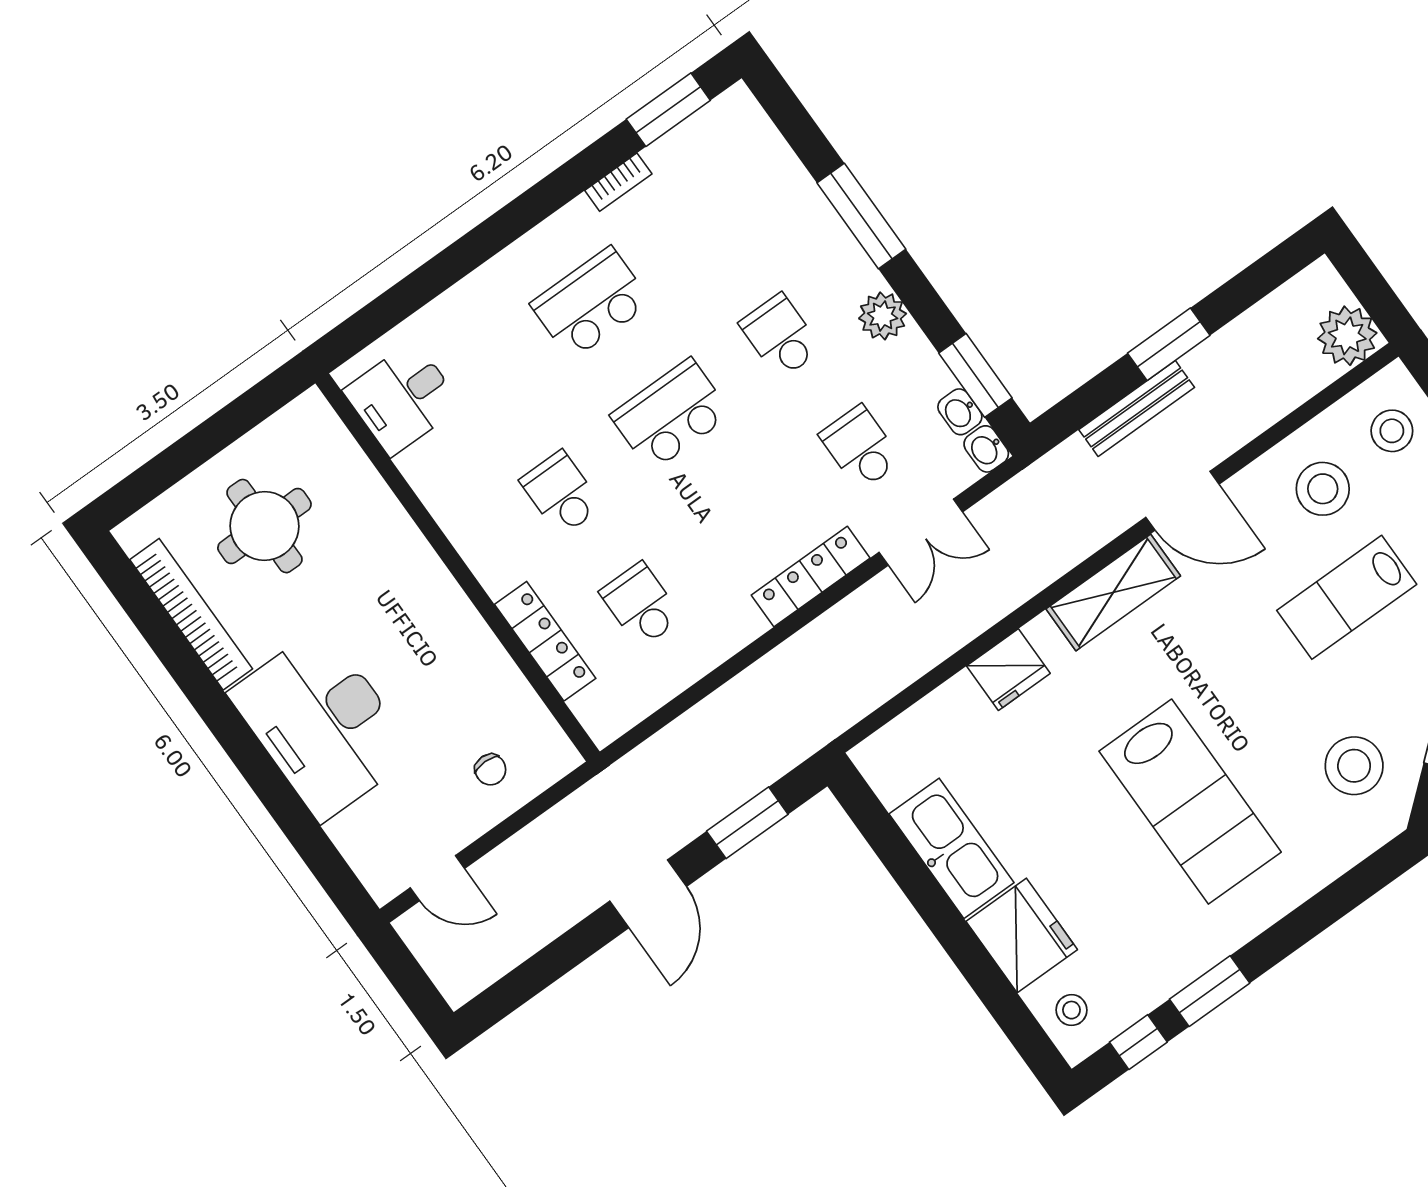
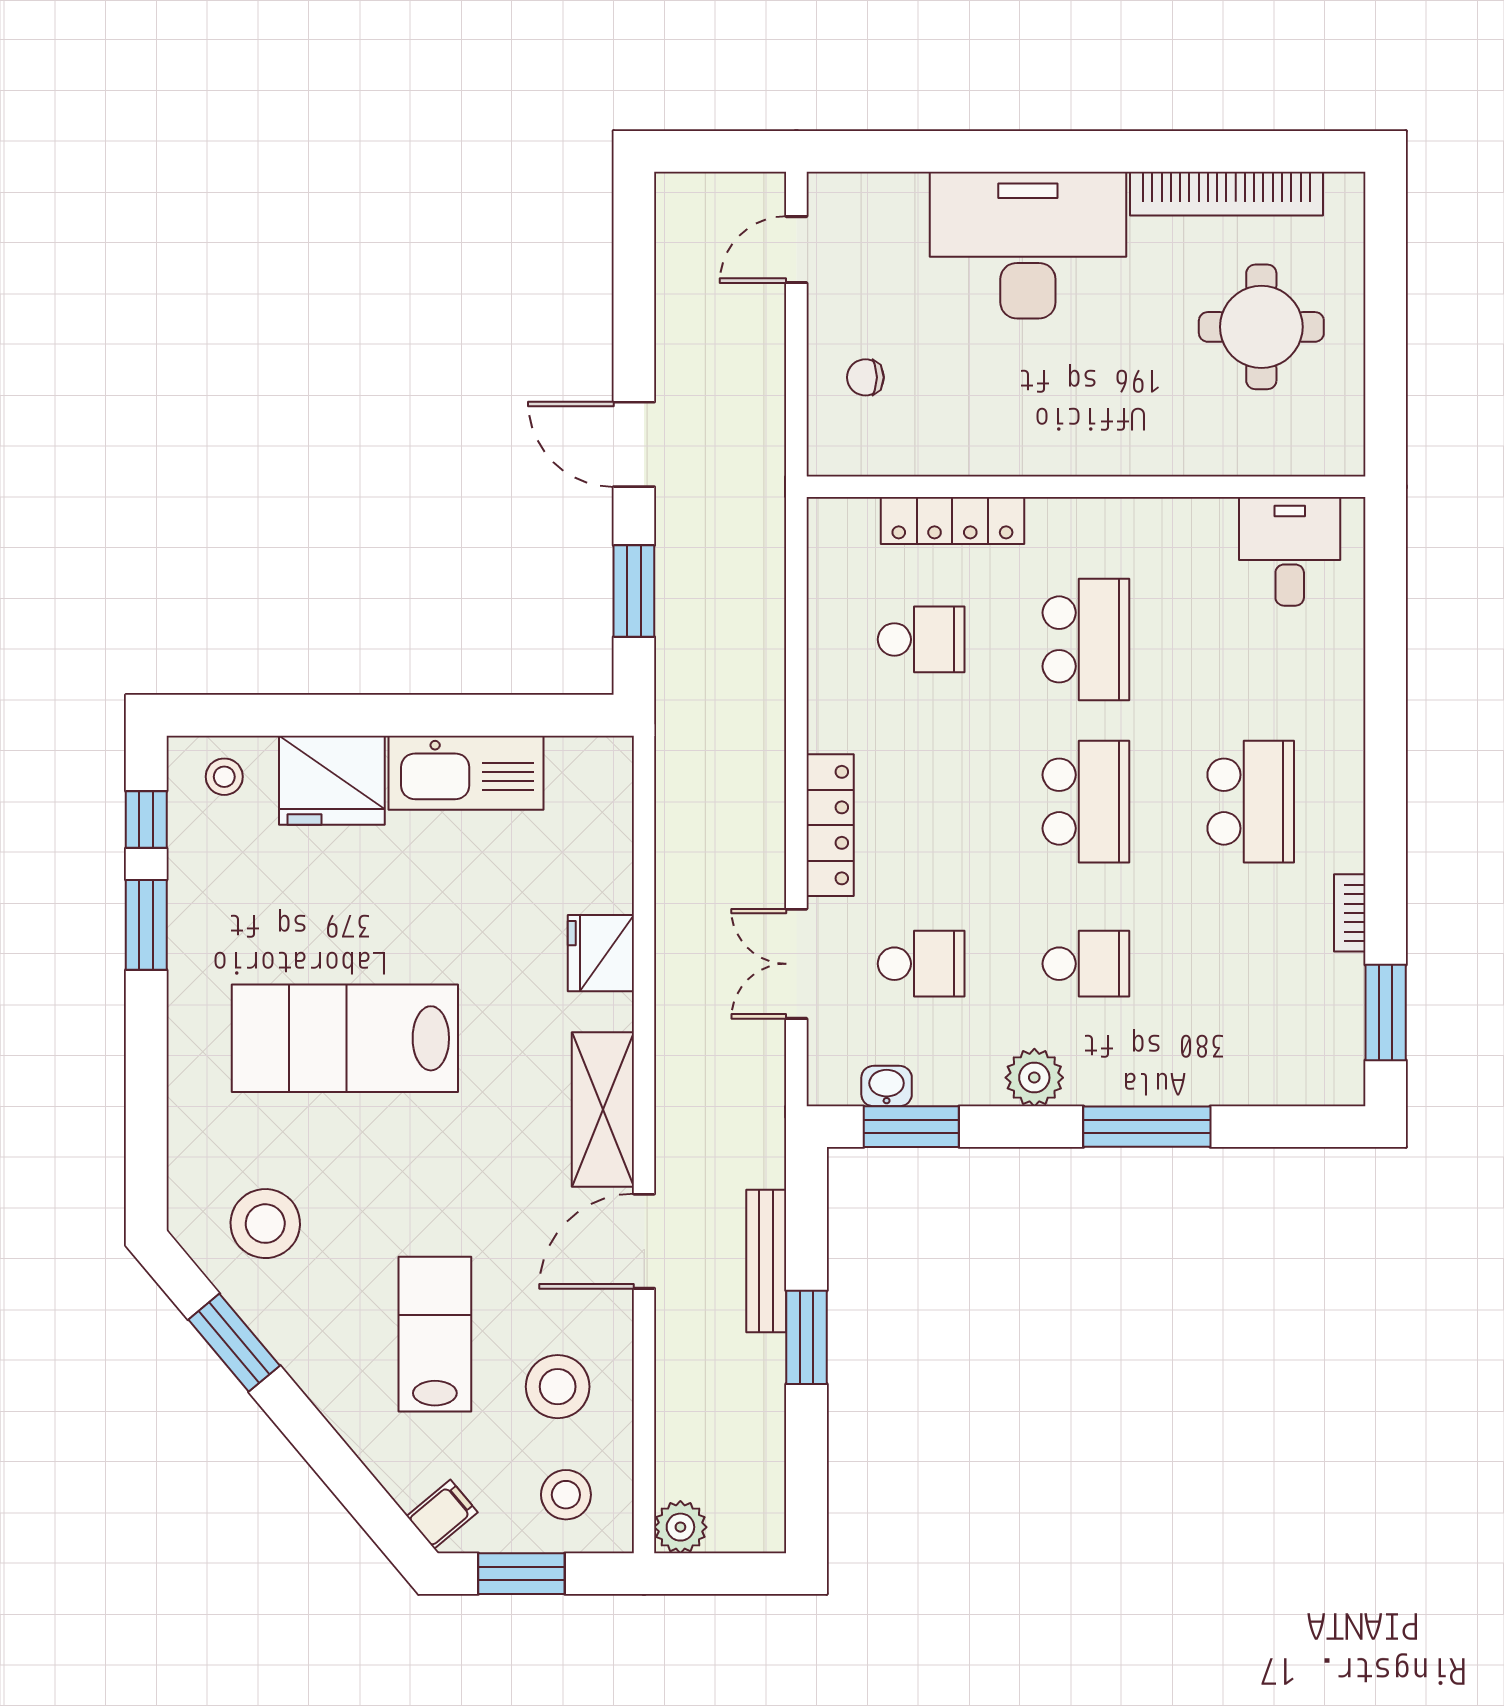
plant: (1347, 336) -> (680, 1527), width x0.73, depth x0.73
washbasin: (986, 449) -> (832, 1086), removed
school desk: (561, 493) -> (1086, 639), width x1.85

